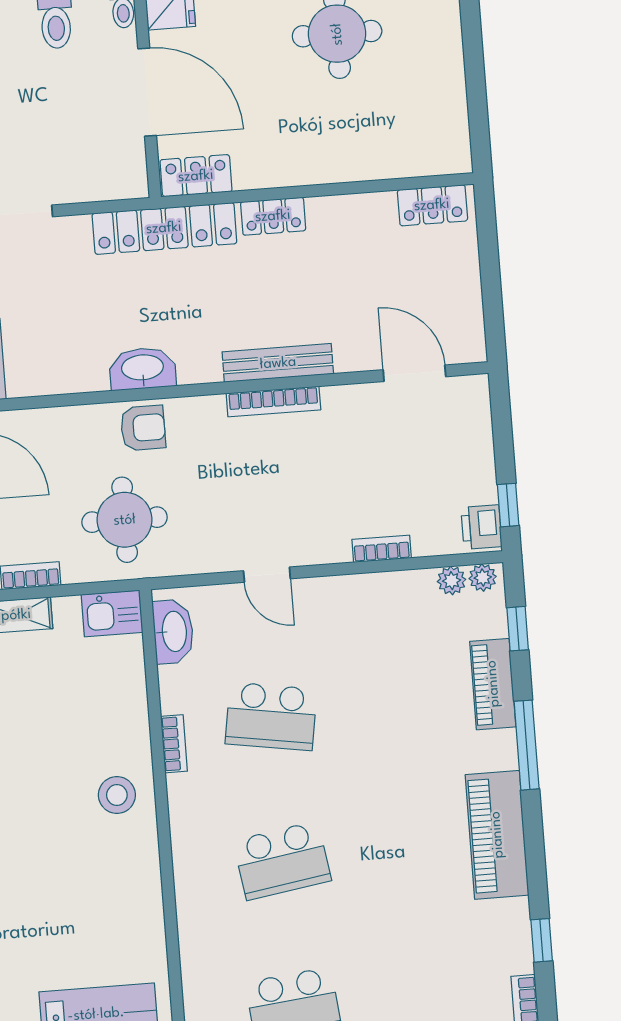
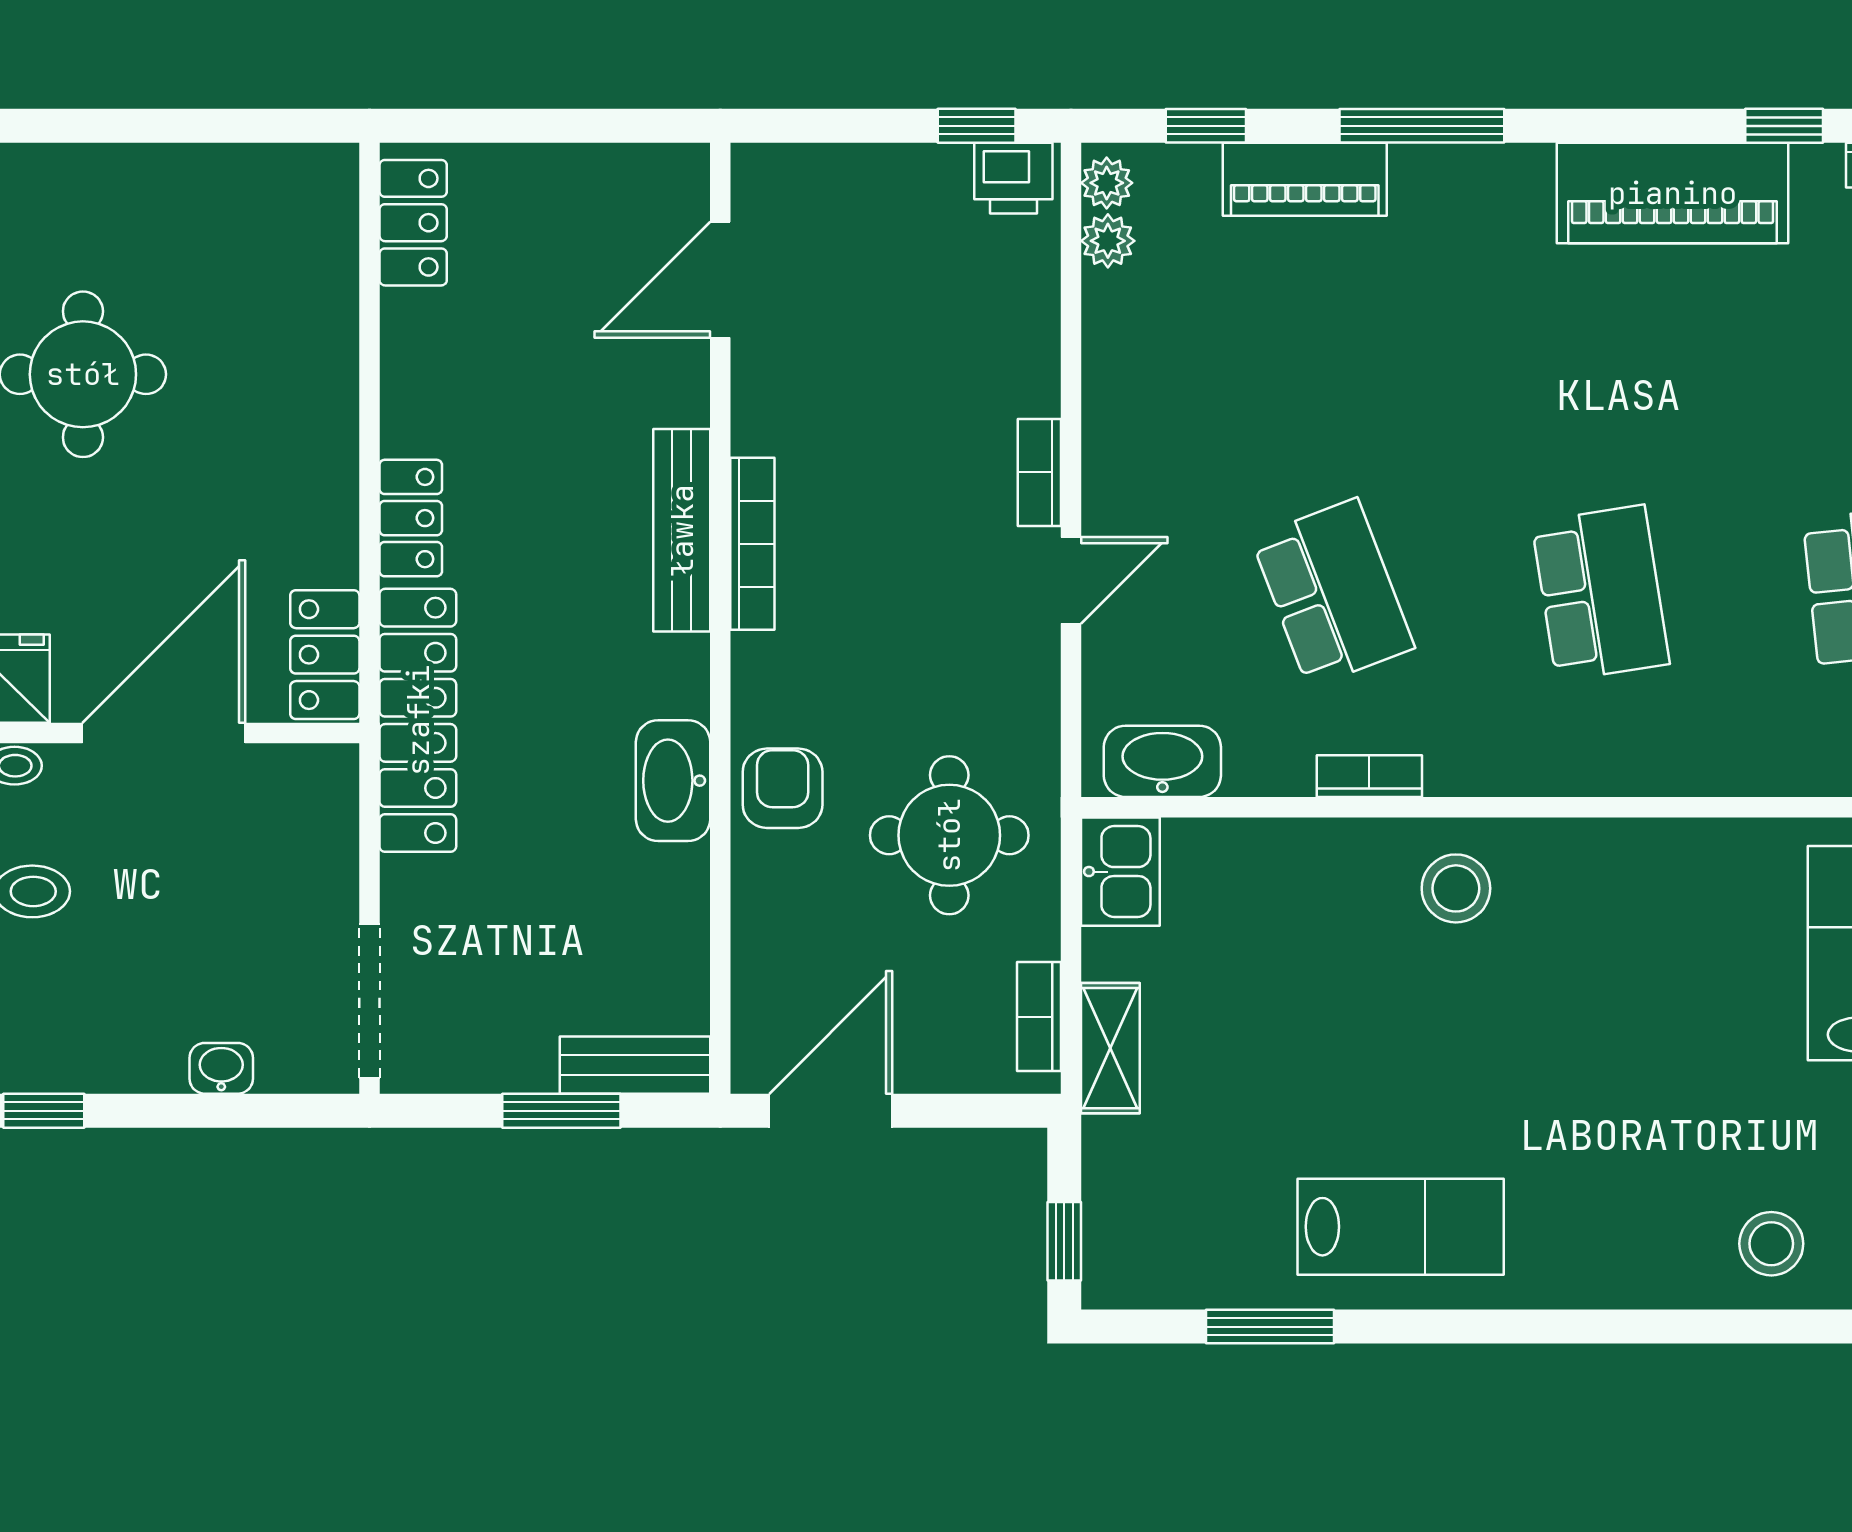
bookcase: (382, 549) -> (1039, 472), moved
school desk: (271, 716) -> (1333, 593), turned -30
piano: (497, 835) -> (1673, 193), moved

